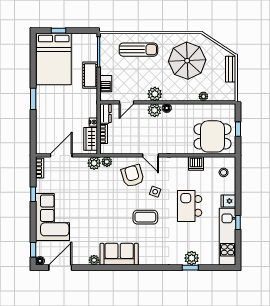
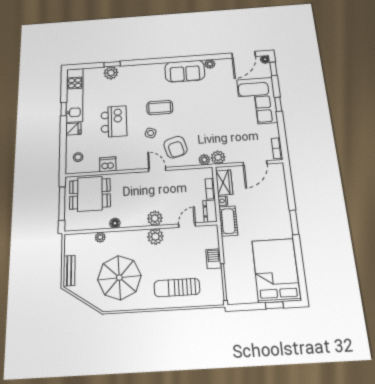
cot: (90, 75) -> (228, 221), moved
barbecue: (106, 84) -> (213, 259), moved
floor lamp: (167, 108) -> (115, 223), moved
window: (238, 129) -> (62, 203), width x2.17
window: (33, 194) -> (278, 104), moved

